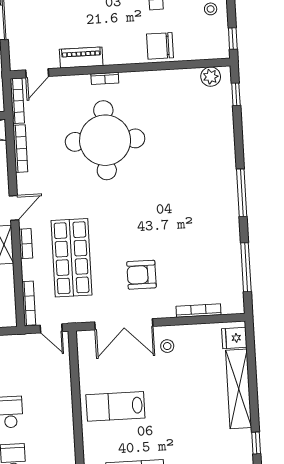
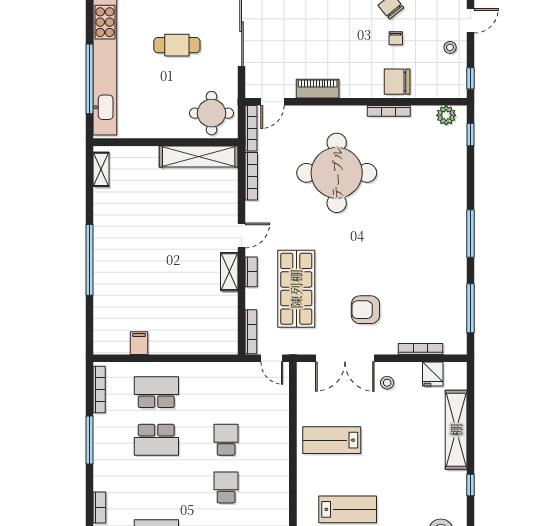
bookcase: (105, 78) -> (389, 111), moved, width x1.56
fridge: (234, 338) -> (433, 374), moved, turned -90

